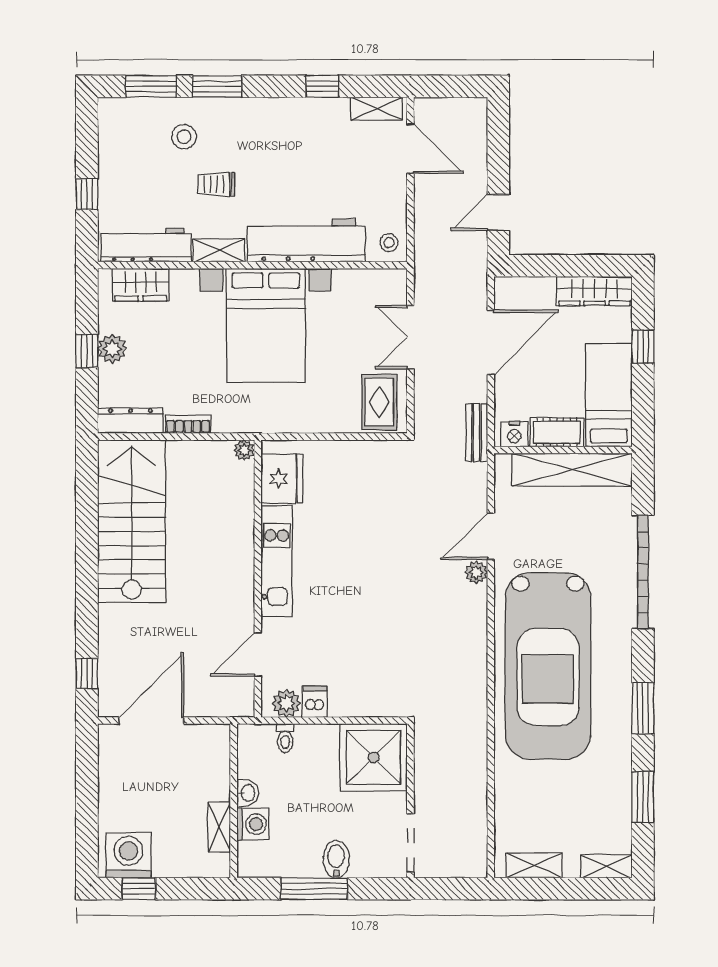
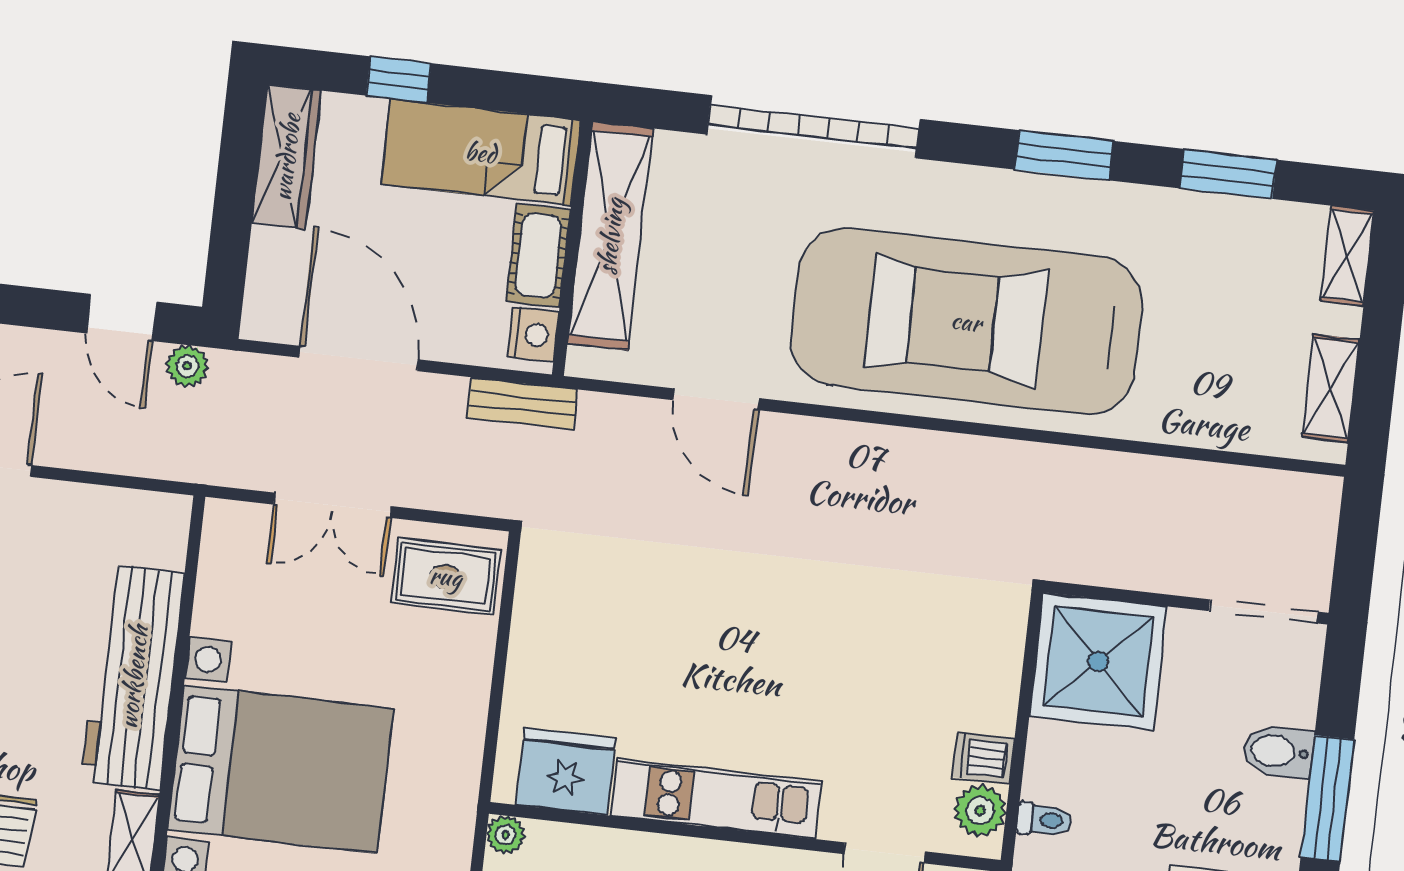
stool: (389, 243) -> (154, 525), removed
plant: (476, 572) -> (187, 366), moved
car: (548, 666) -> (966, 321), turned 180

